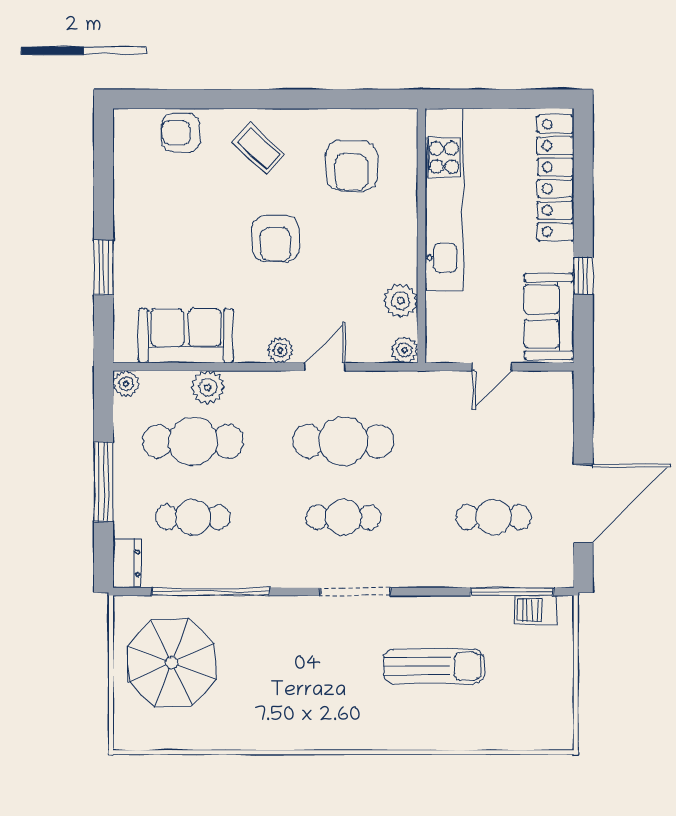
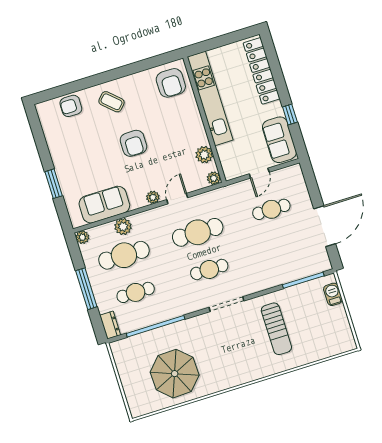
armchair: (351, 166) -> (171, 83), moved
cafe table: (494, 517) -> (271, 209), moved
barbecue: (536, 610) -> (333, 294), moved, turned 90
parasol: (172, 663) -> (175, 374), moved
sun lounger: (434, 666) -> (276, 329), turned 90

